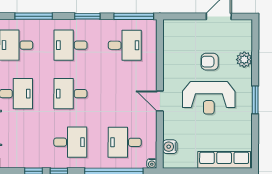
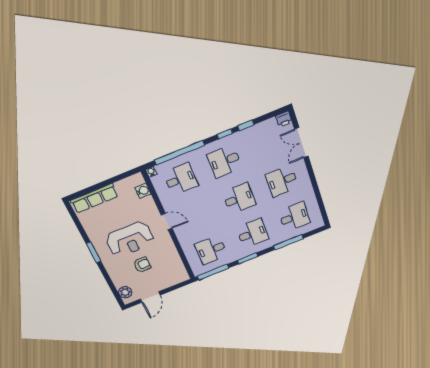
plant: (244, 60) -> (125, 292), moved
reception desk: (209, 98) -> (130, 239), turned 180

